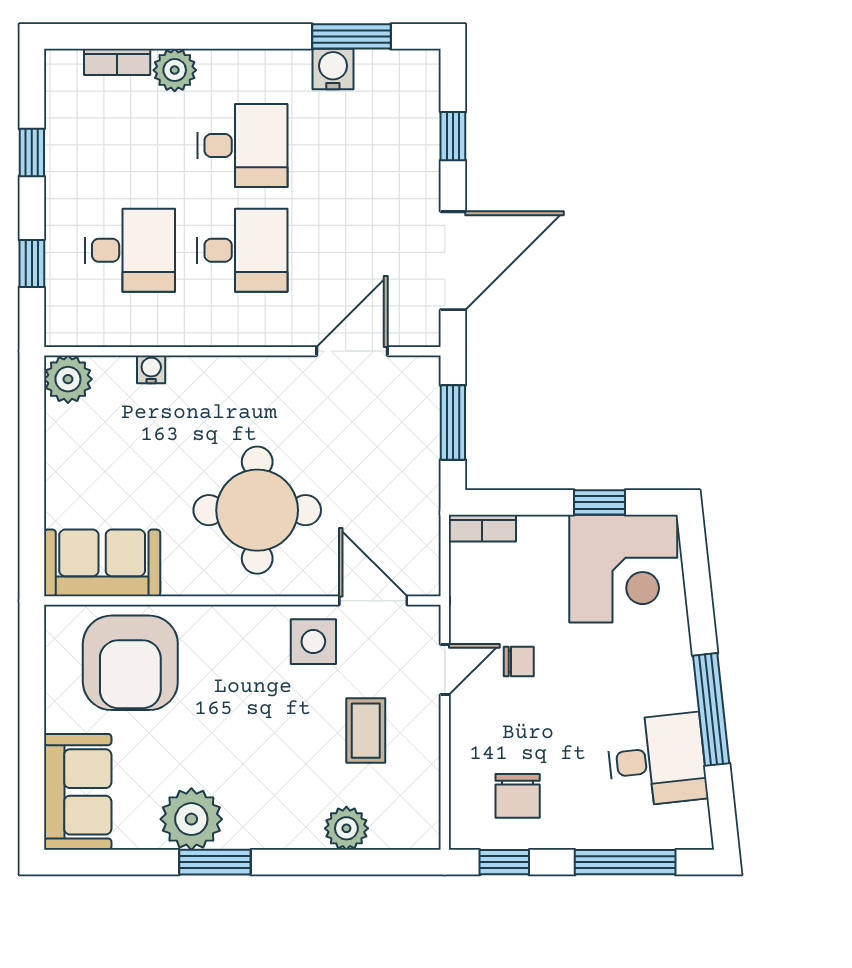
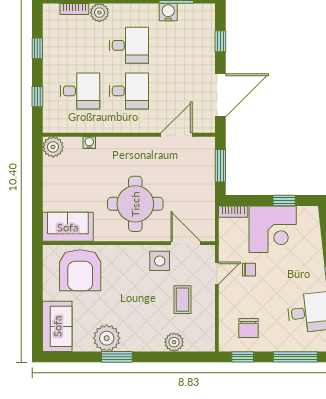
corner desk: (623, 569) -> (273, 229), moved

